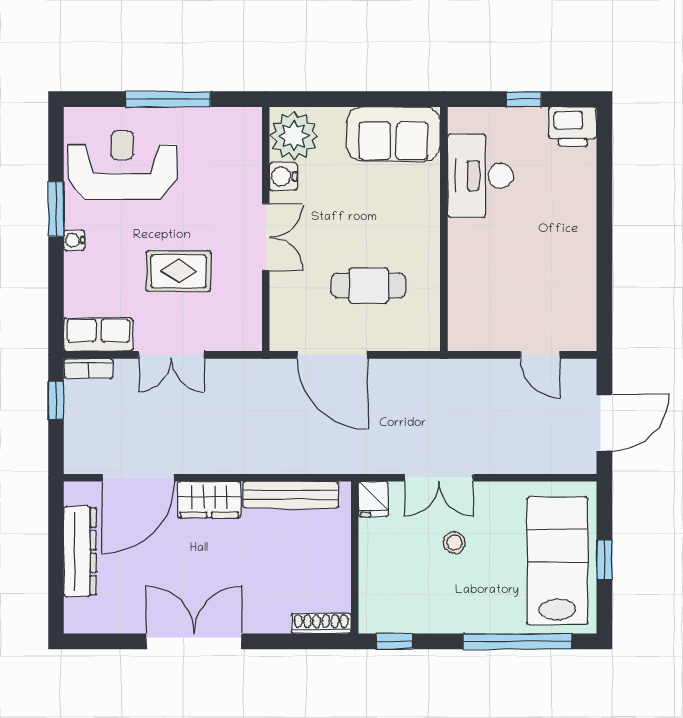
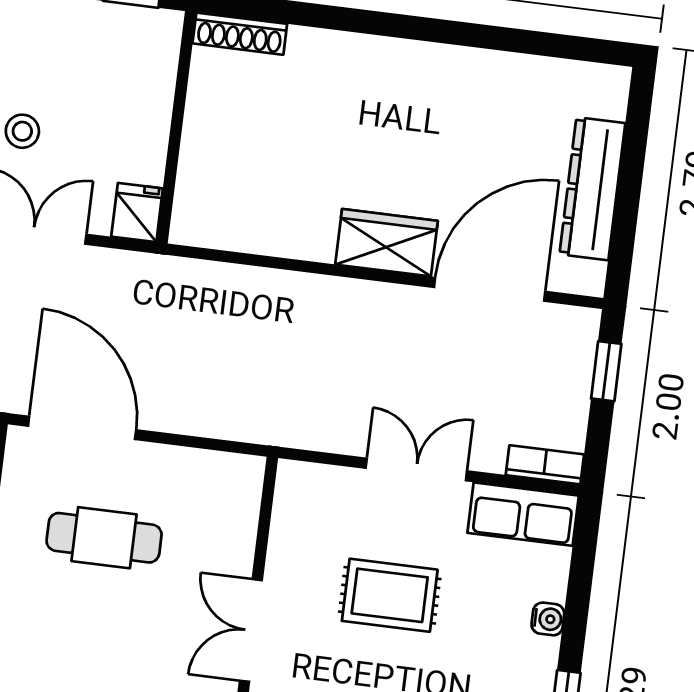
water cooler: (74, 240) -> (548, 619), moved
door: (332, 355) -> (82, 428), moved
window: (56, 400) -> (606, 371), moved
bench: (291, 495) -> (261, 235), removed
double door: (194, 641) -> (436, 31), removed

